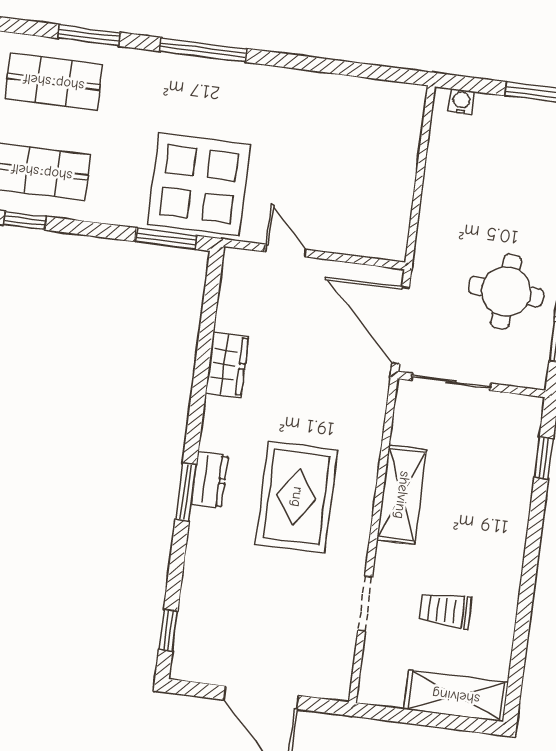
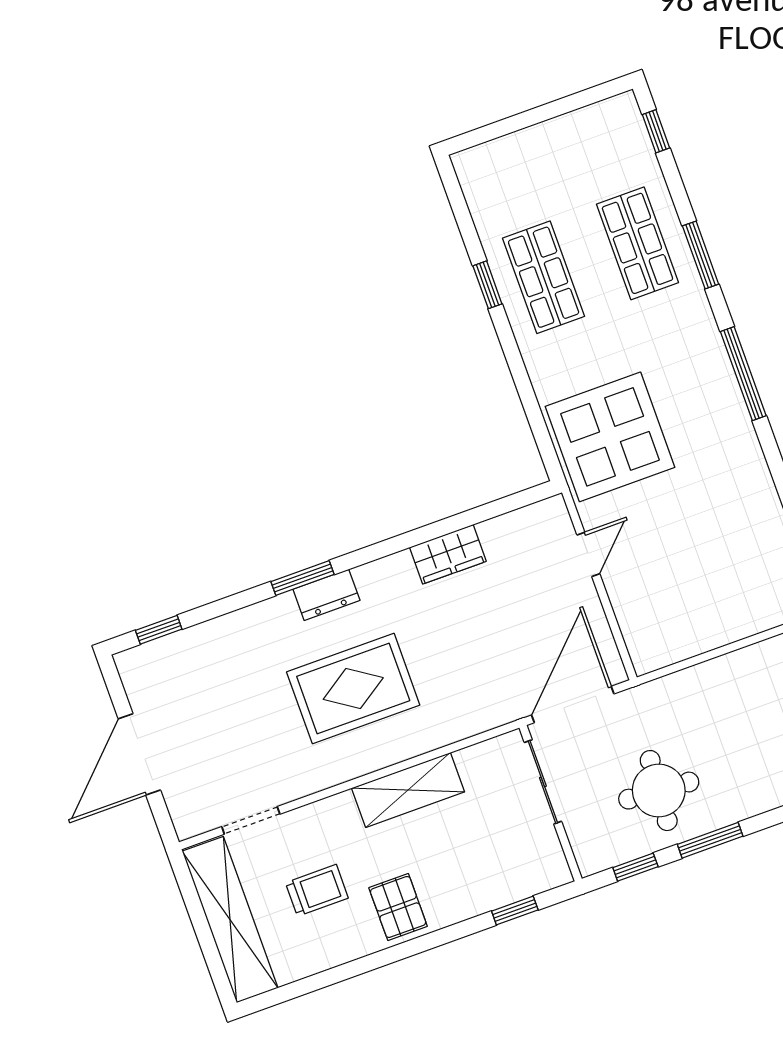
window: (166, 239) -> (540, 432), removed
pallet: (492, 551) -> (398, 907), added
doorway: (365, 604) -> (251, 820), moved
trolley: (445, 610) -> (317, 890), turned 90
shelving: (456, 696) -> (230, 920), width x1.47

